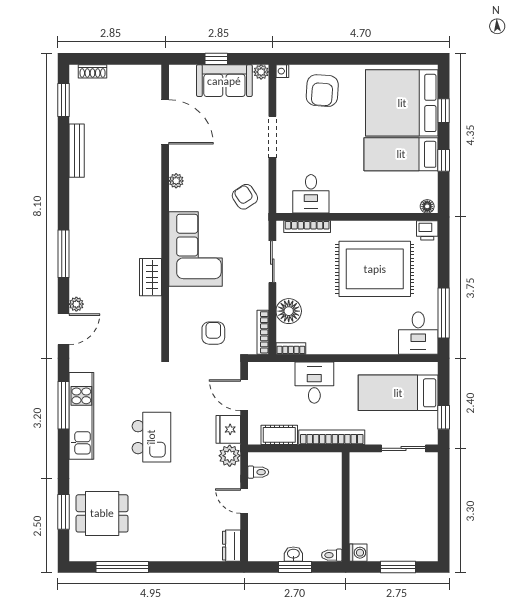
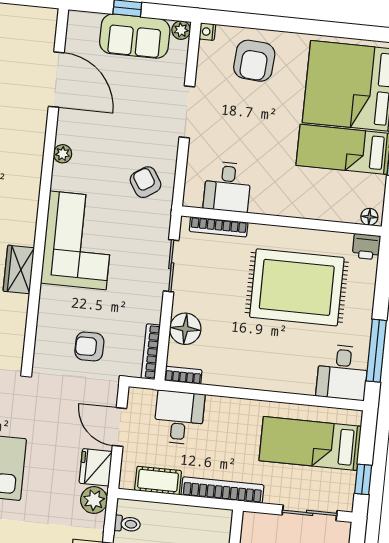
armchair: (213, 333) -> (89, 346), turned -90
desk: (314, 383) -> (179, 417), moved

